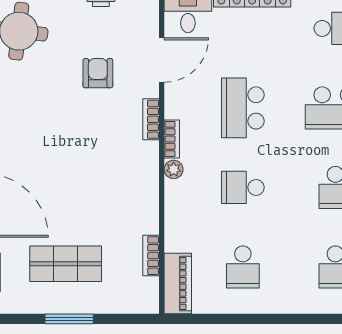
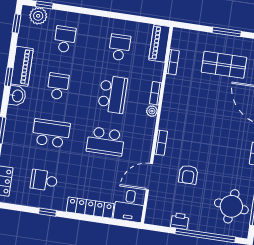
school desk: (243, 108) -> (106, 141), turned 90
bookcase: (172, 139) -> (156, 93), moved
school desk: (243, 187) -> (113, 94), width x1.85

